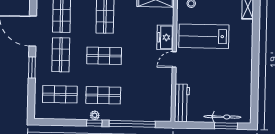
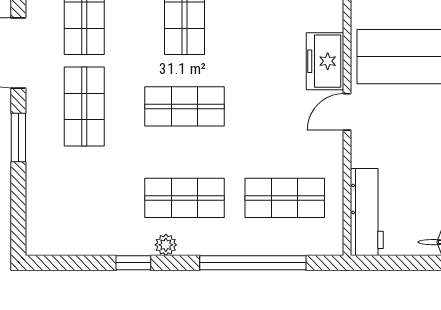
shop shelf: (60, 94) -> (285, 198), moved
window: (94, 123) -> (133, 263), moved

